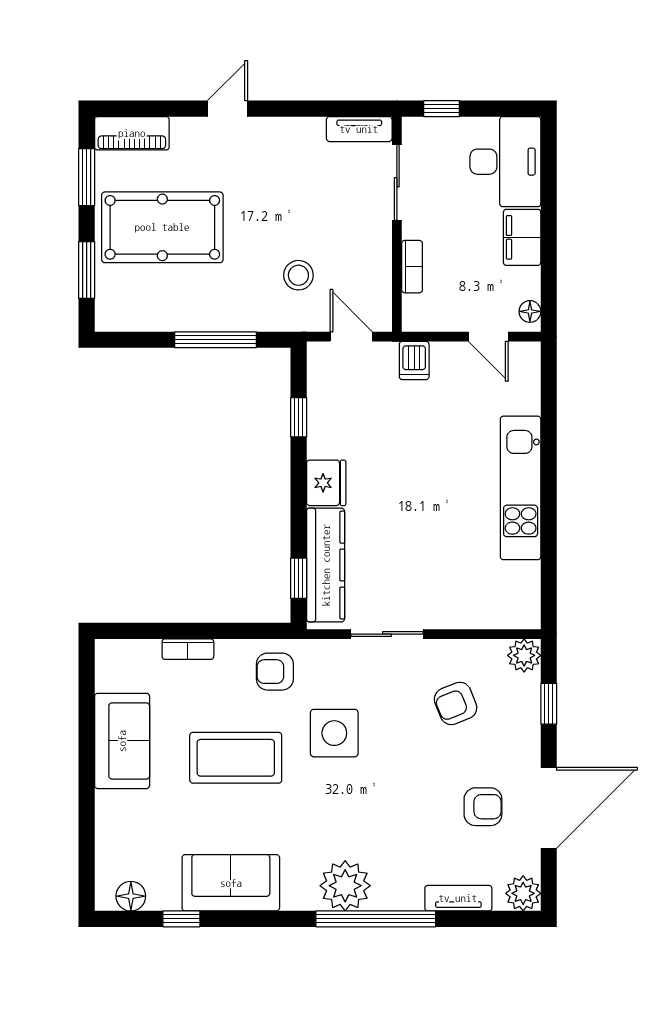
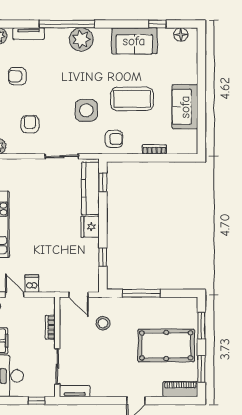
dishwasher: (414, 360) -> (32, 284), moved
armchair: (456, 703) -> (30, 124), turned -68

